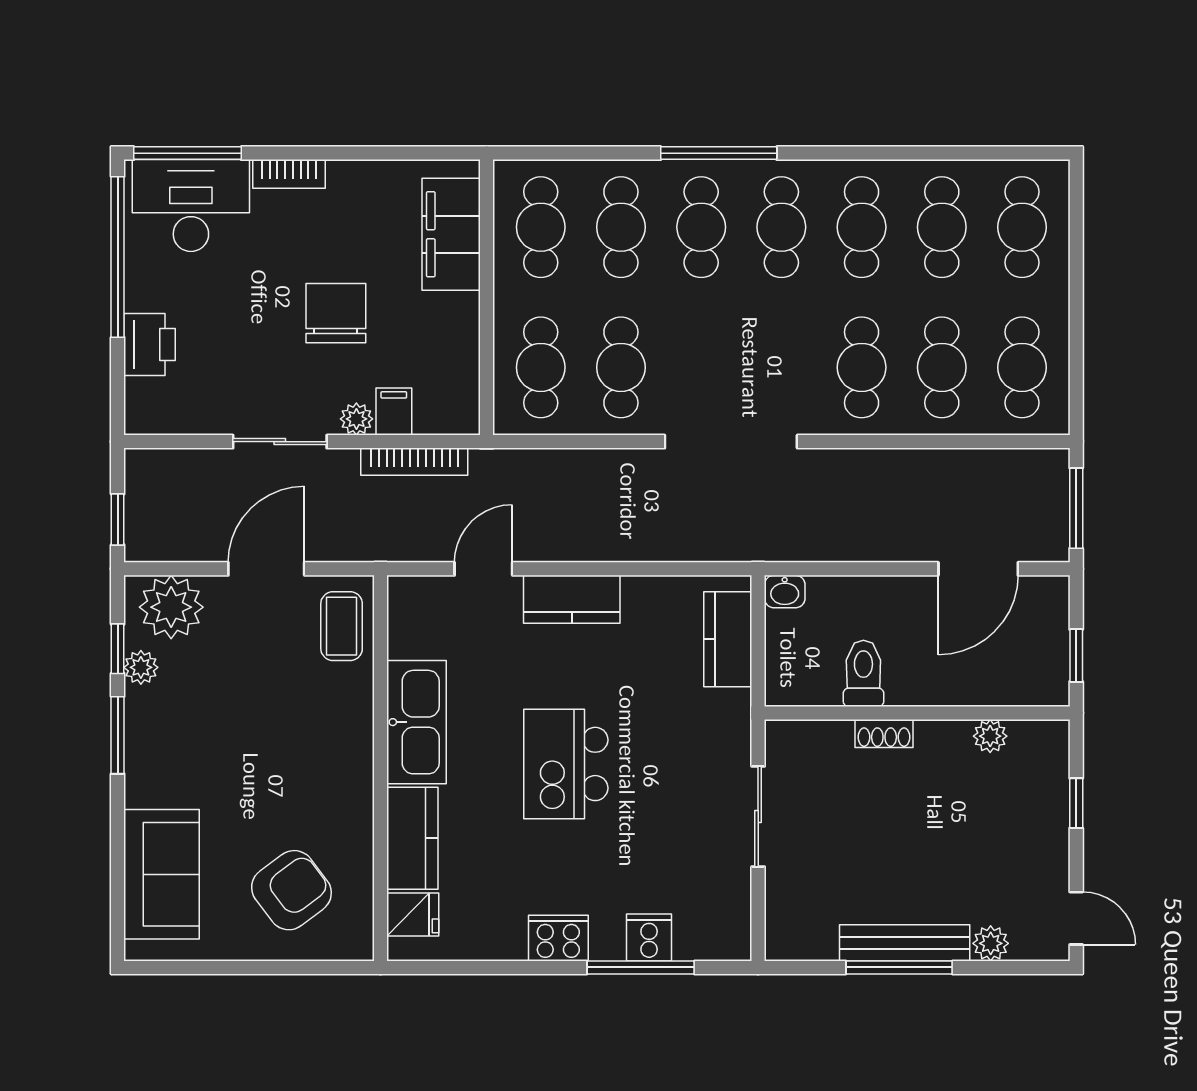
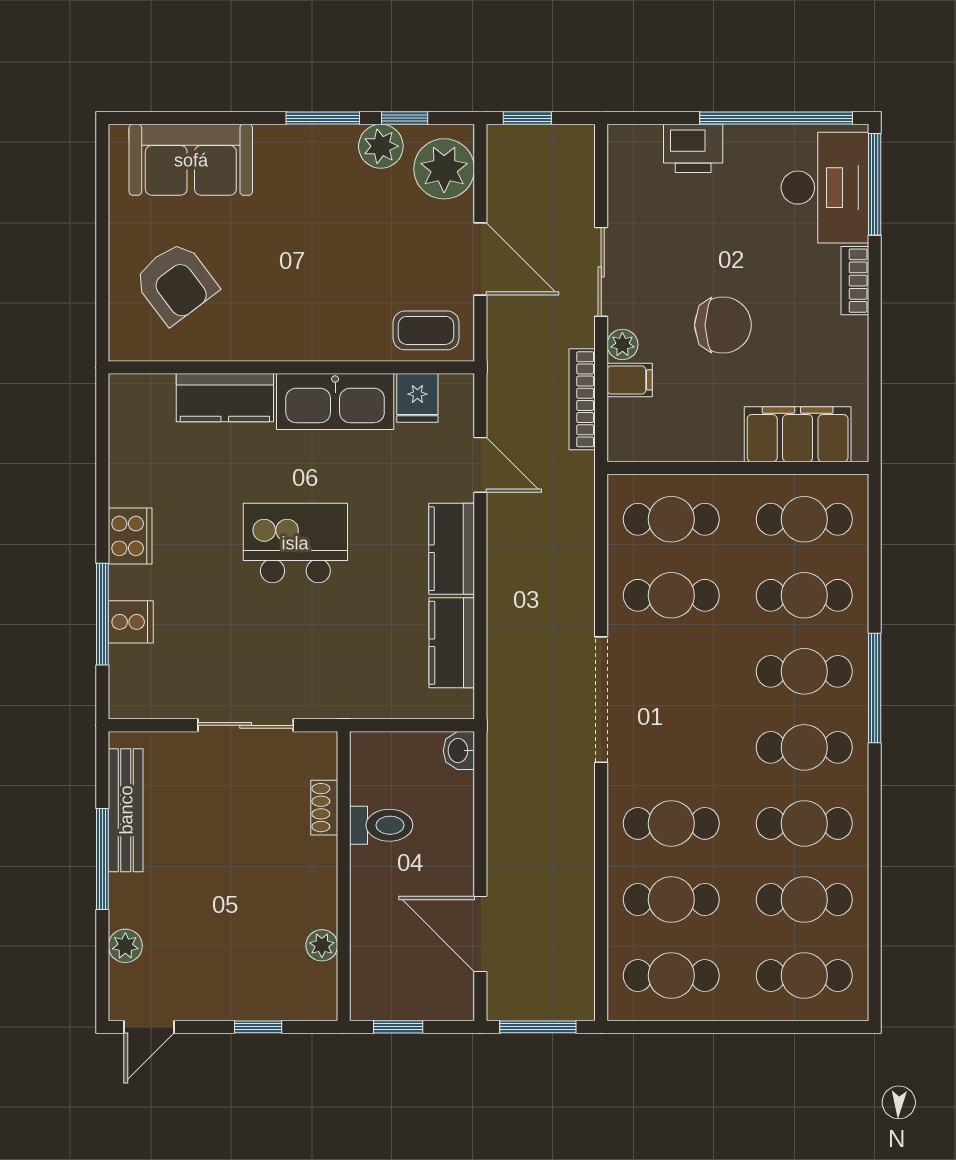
kitchen counter: (728, 639) -> (452, 643), moved, turned -90
plant: (141, 667) -> (381, 146), width x1.38, depth x1.38
shoe rack: (884, 733) -> (324, 808), moved
fridge: (413, 915) -> (417, 398), moved
bench: (905, 943) -> (126, 810), moved

